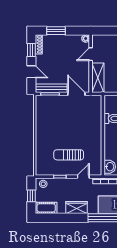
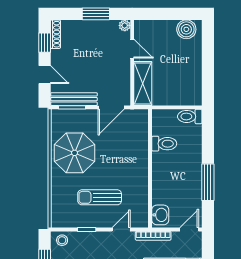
window: (56, 31) -> (96, 14), moved
door: (91, 54) -> (132, 49), swing flipped
door: (76, 94) -> (111, 107), swing flipped
parasol: (52, 125) -> (75, 153), added

